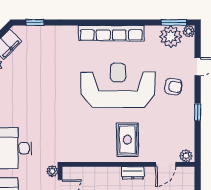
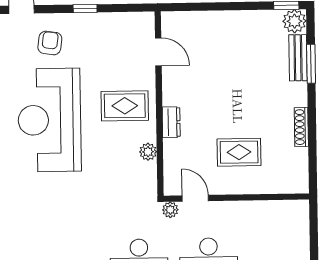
plant: (186, 156) -> (148, 152), moved
dresser: (133, 173) -> (171, 122), moved

